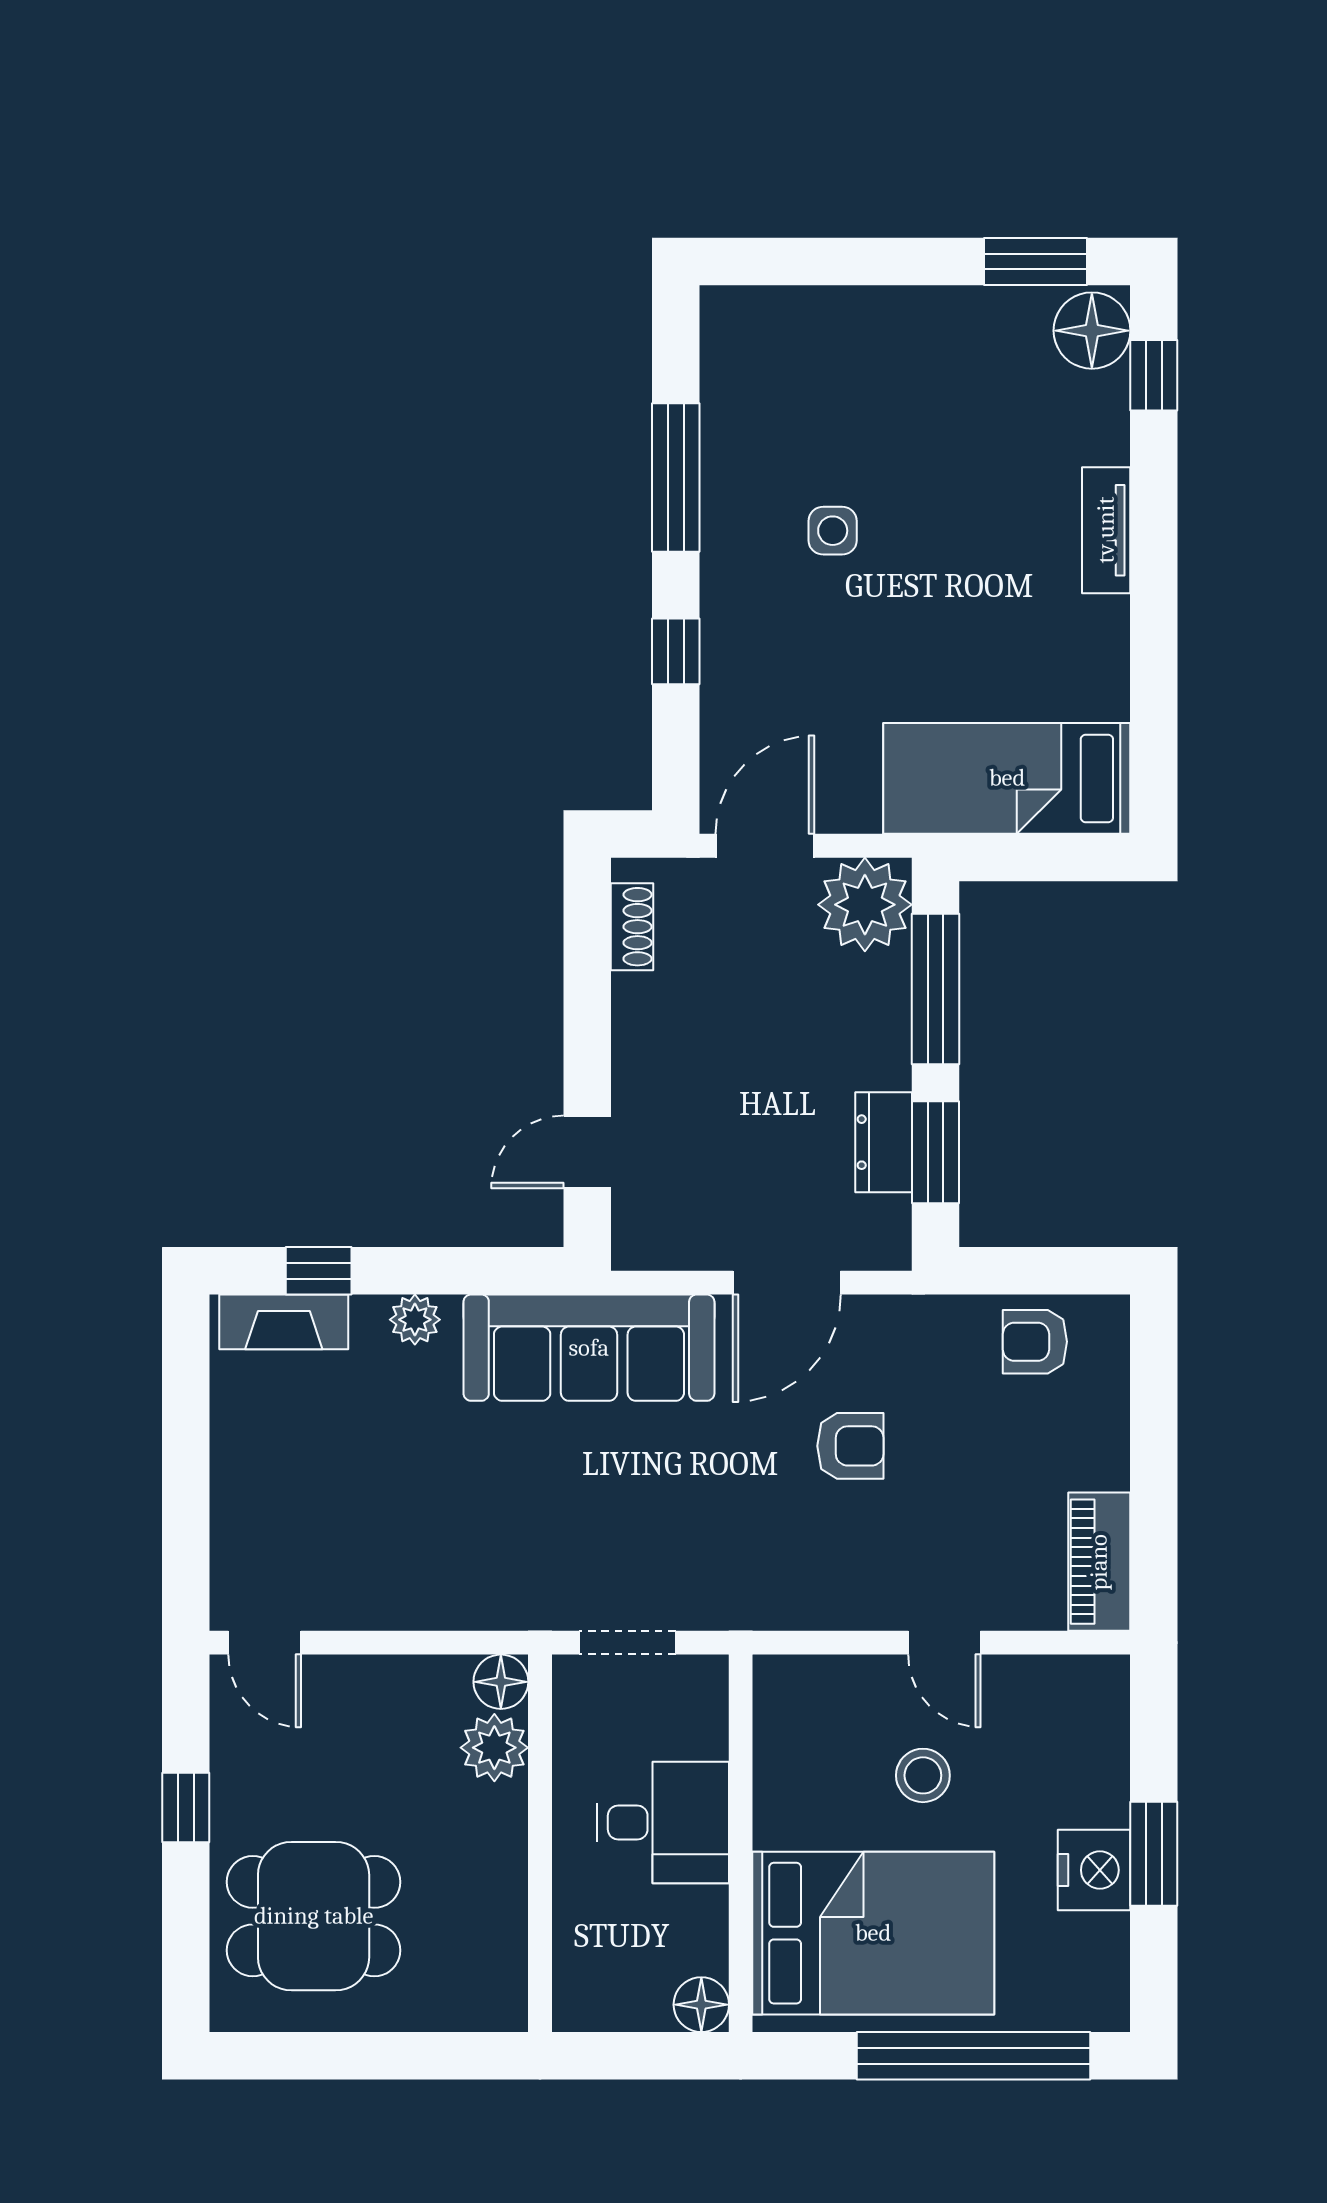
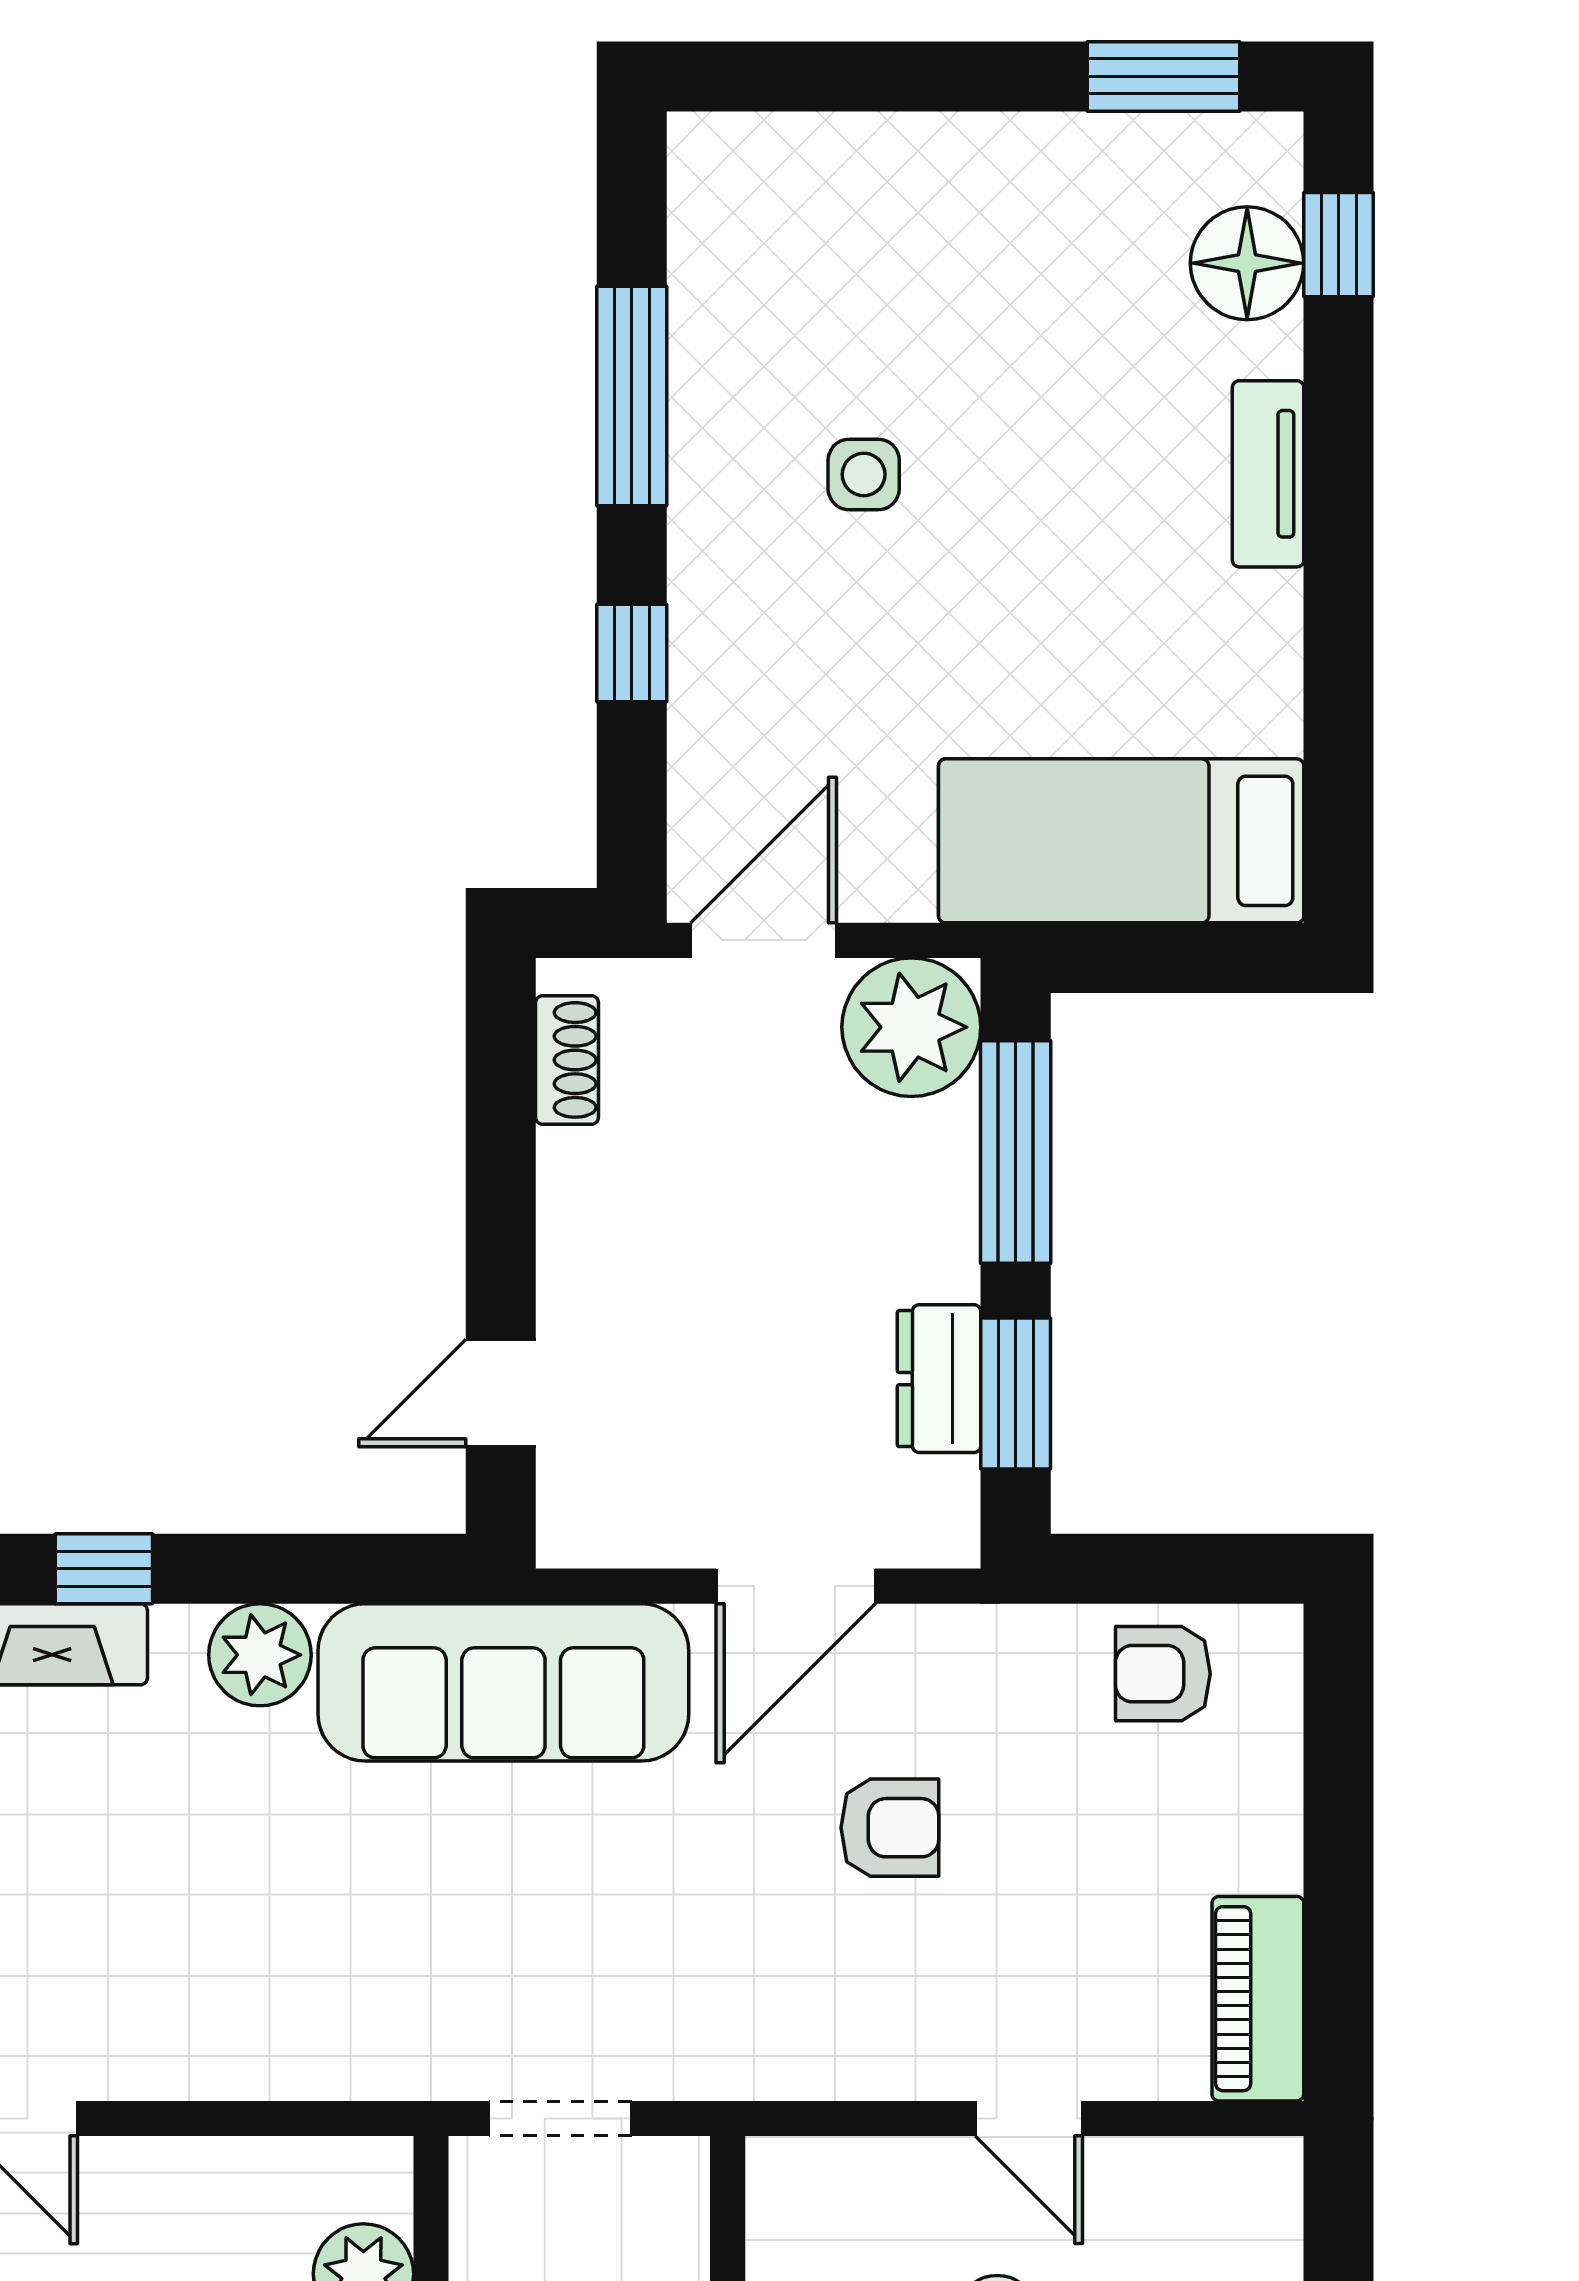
floor lamp: (1092, 331) -> (1247, 263), moved
plant: (415, 1320) -> (260, 1655), width x1.38, depth x1.38
floor lamp: (501, 1682) -> (373, 2176), removed

